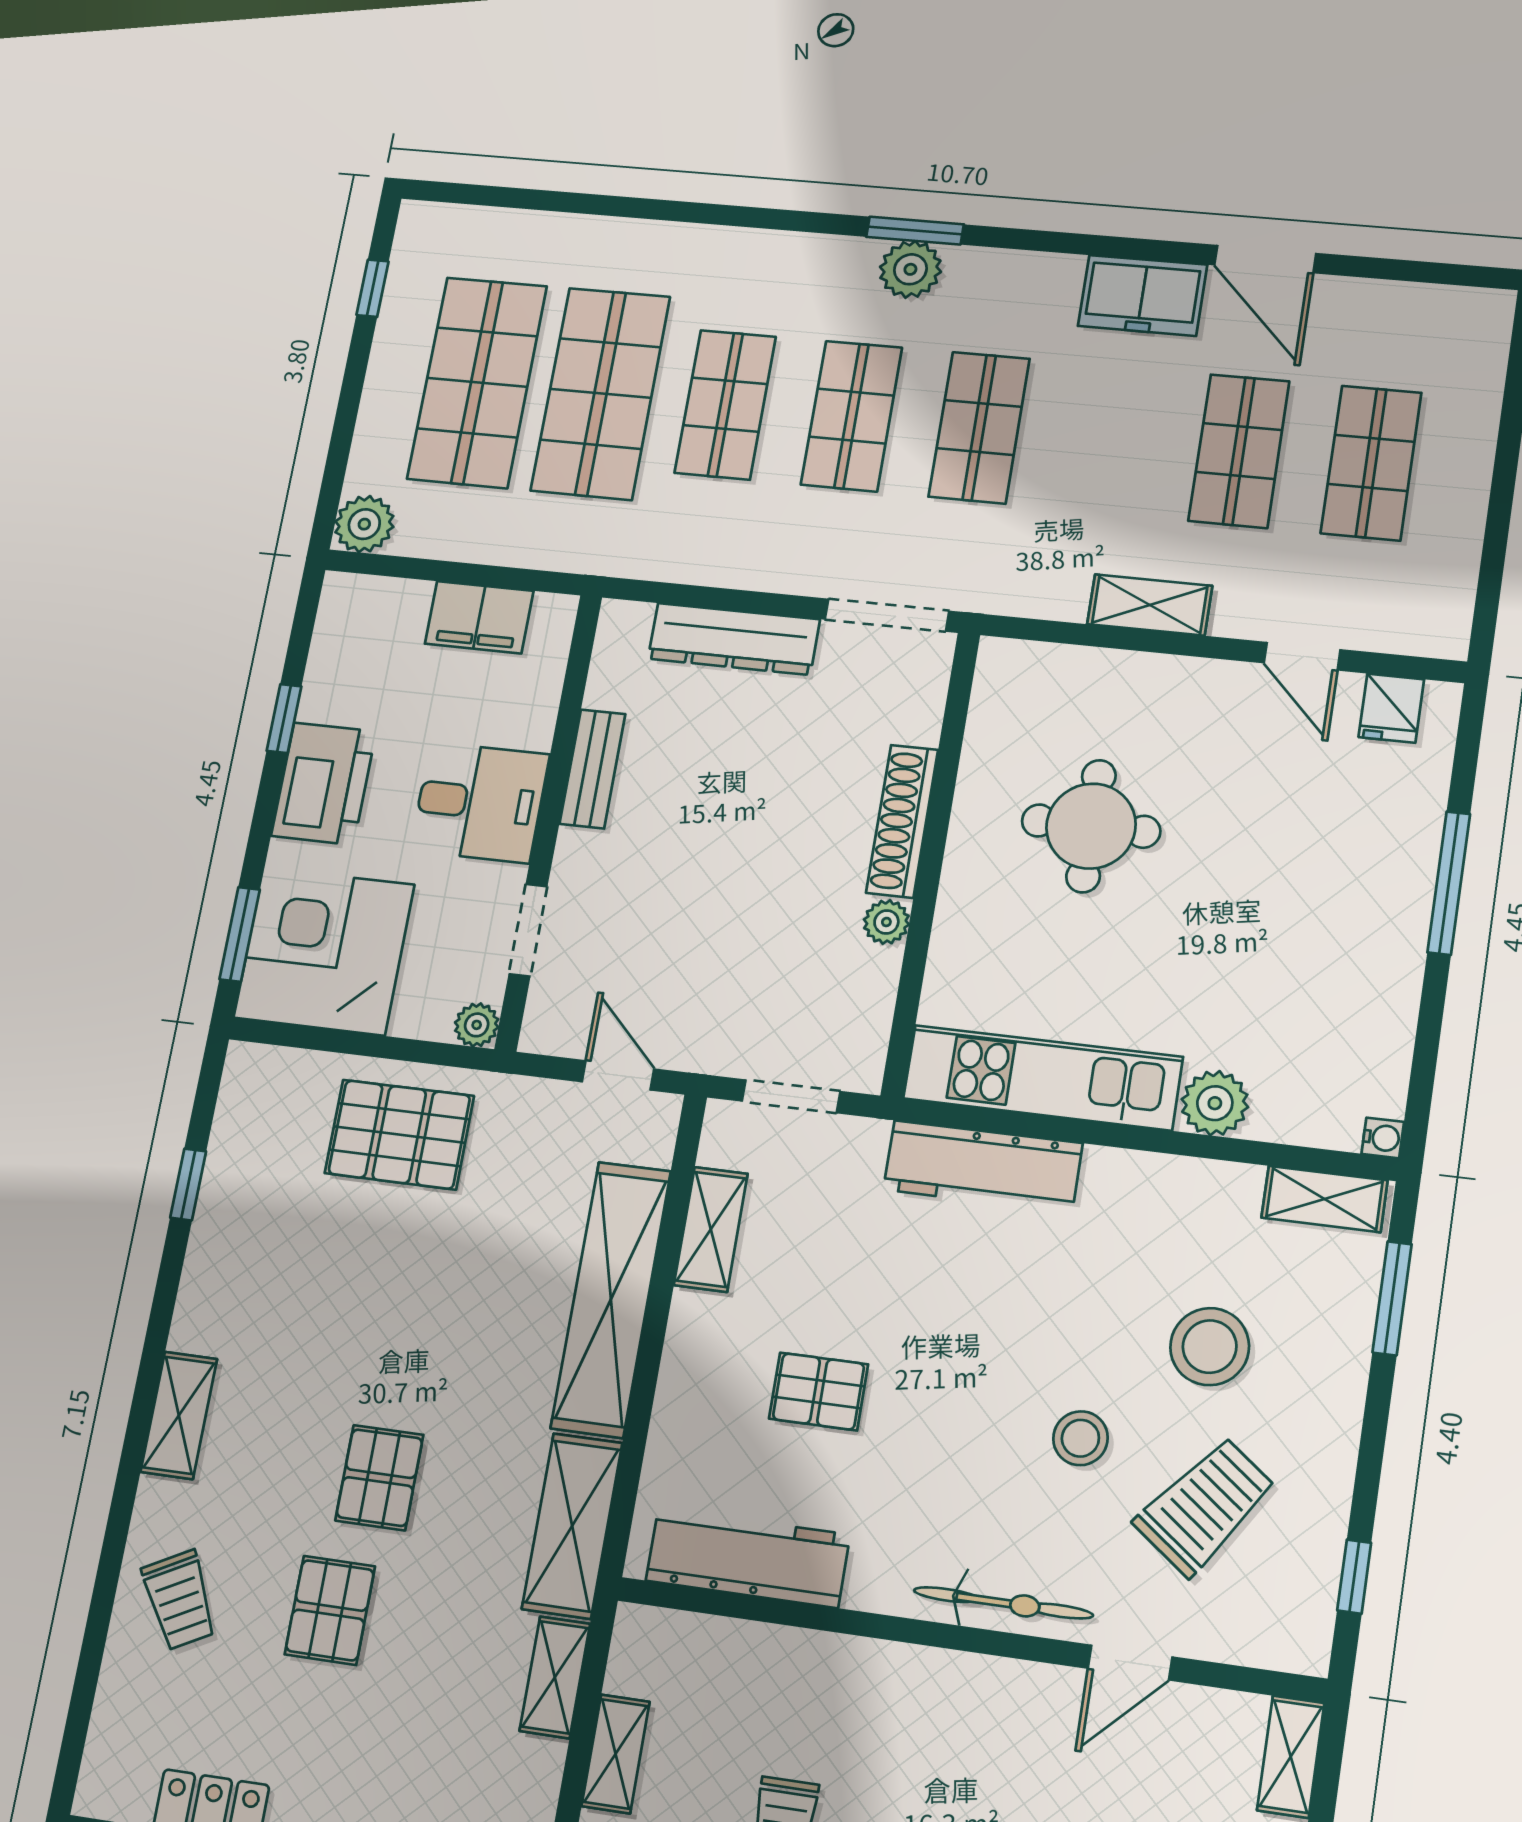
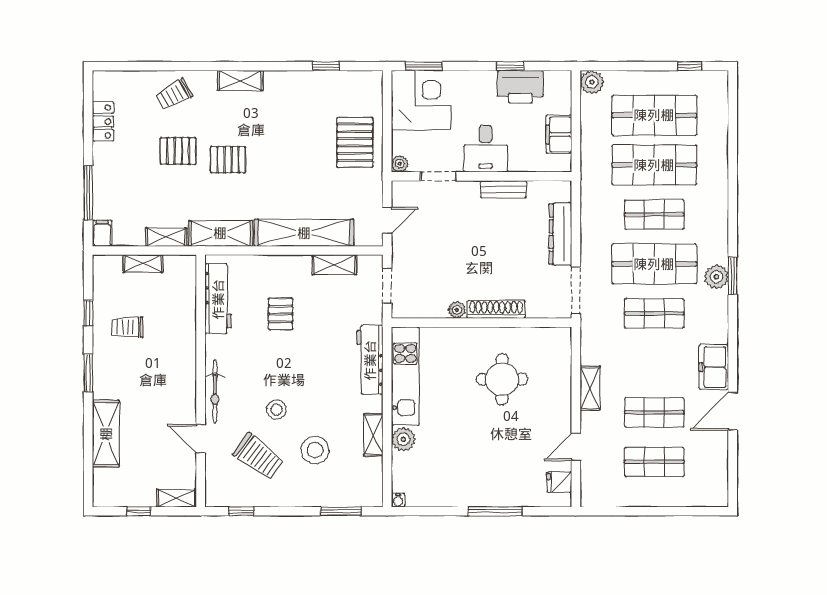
shop shelf: (851, 416) -> (654, 264), width x1.43, depth x1.36
printer: (324, 784) -> (520, 87), moved
shelving: (1324, 1199) -> (373, 435), moved

